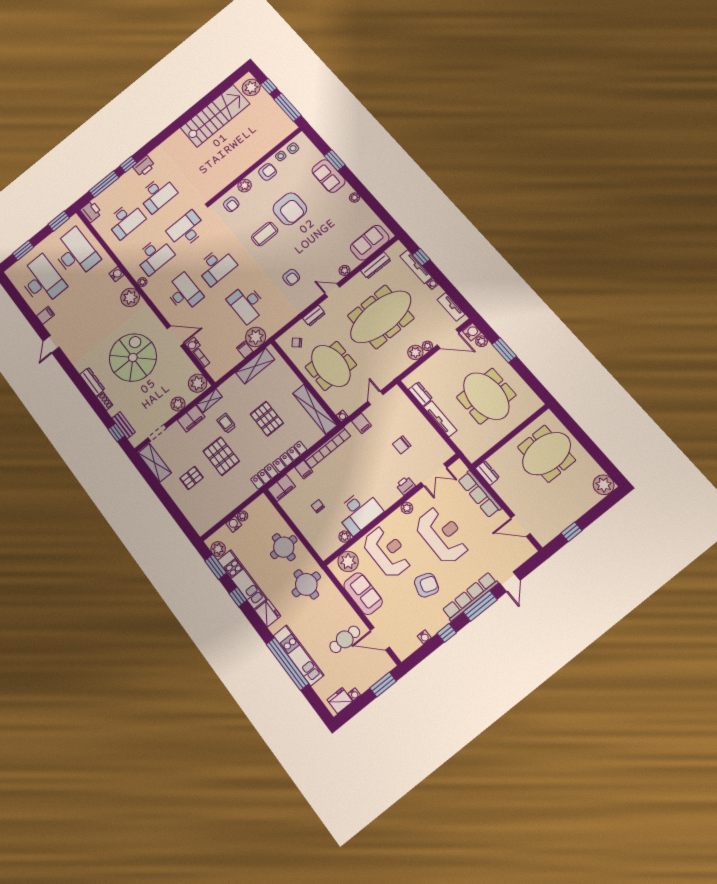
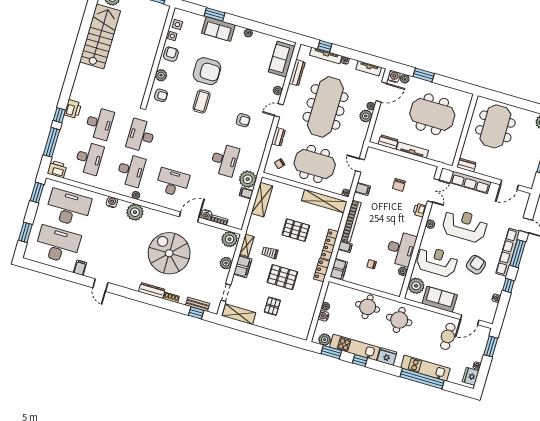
desk: (216, 266) -> (183, 148), removed
desk: (247, 304) -> (225, 160), turned -90

